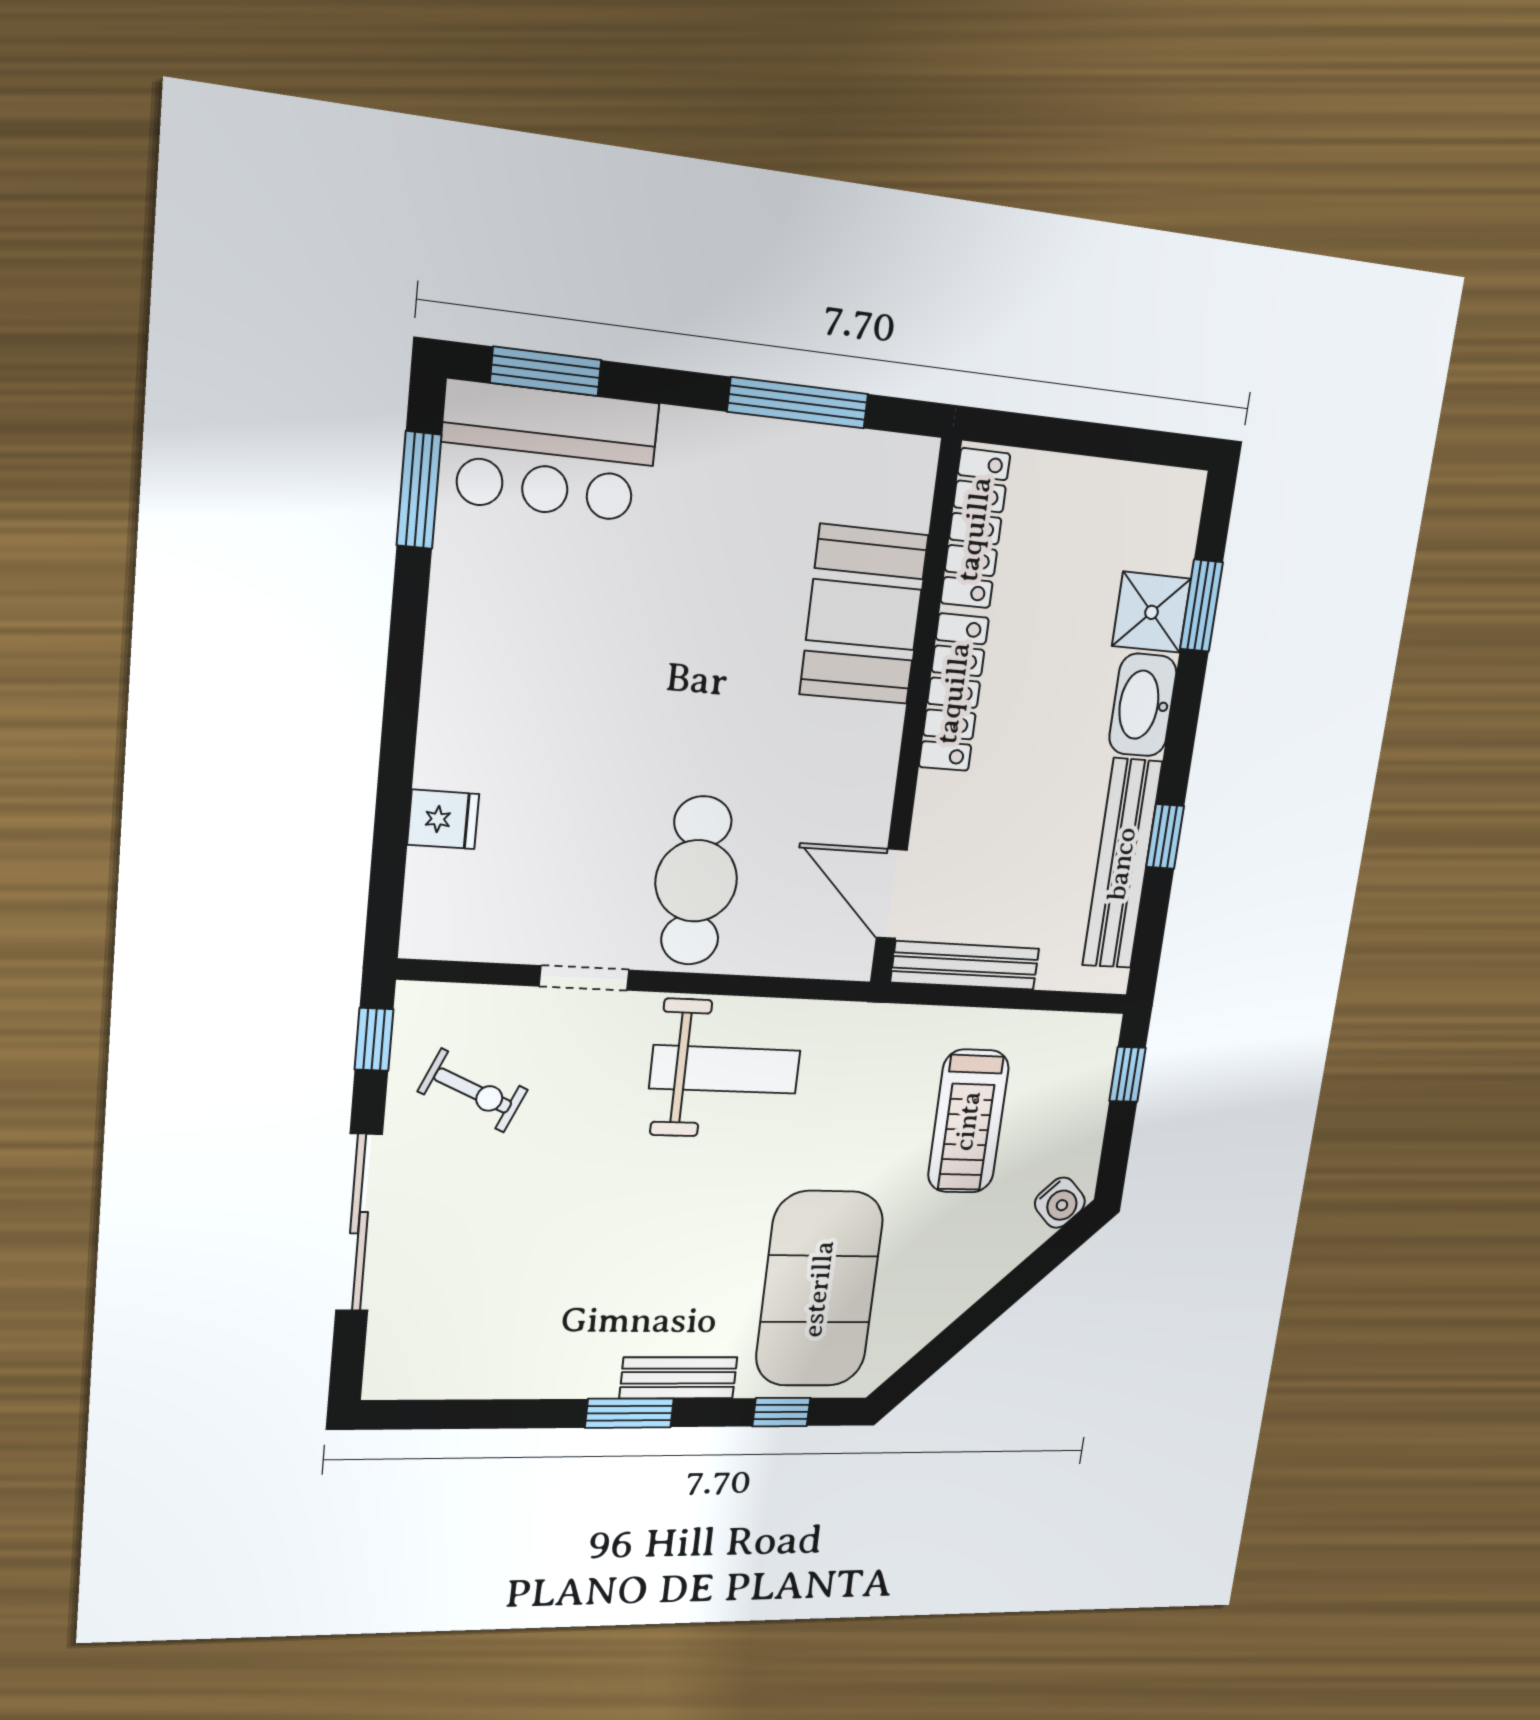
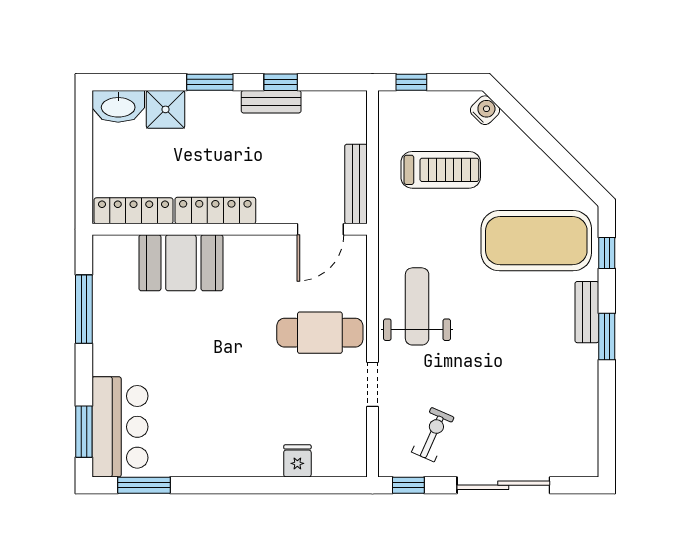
window: (1201, 606) -> (210, 82), moved
washbasin: (1143, 705) -> (118, 106), moved
bench: (1122, 864) -> (271, 102), width x0.54, depth x0.82

